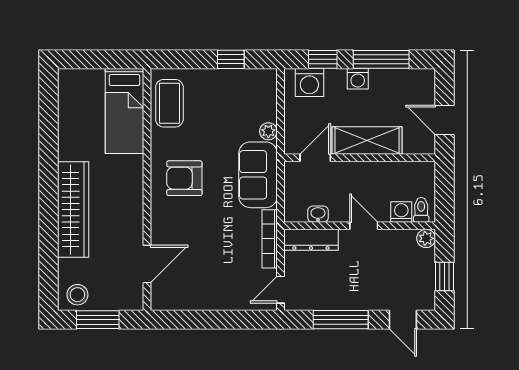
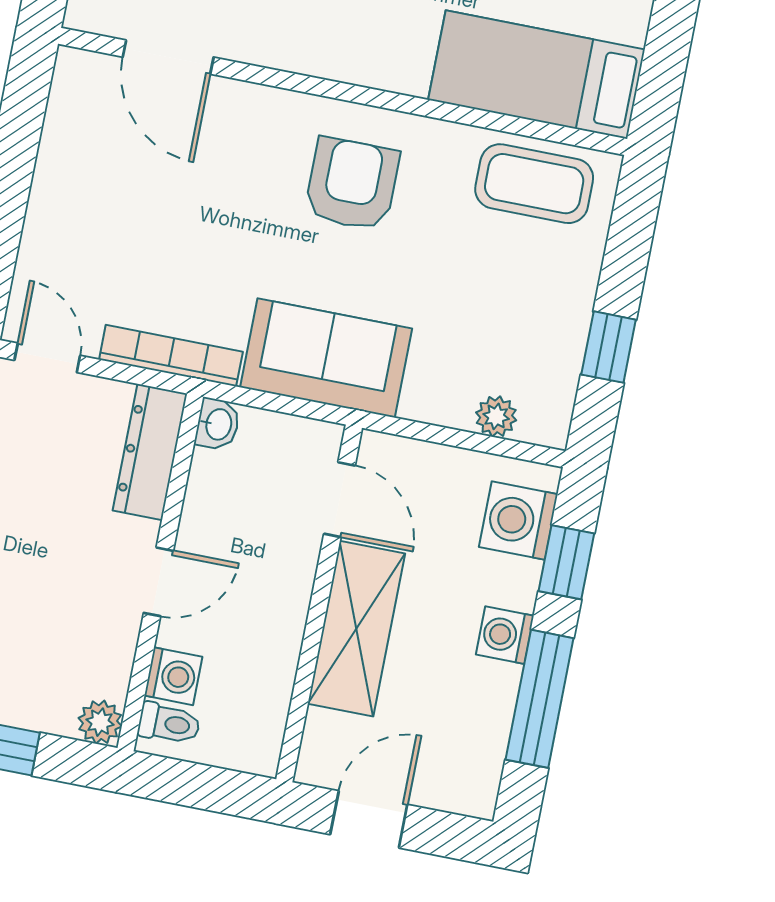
plant: (268, 131) -> (496, 416), moved
washbasin: (318, 214) -> (218, 424), moved

